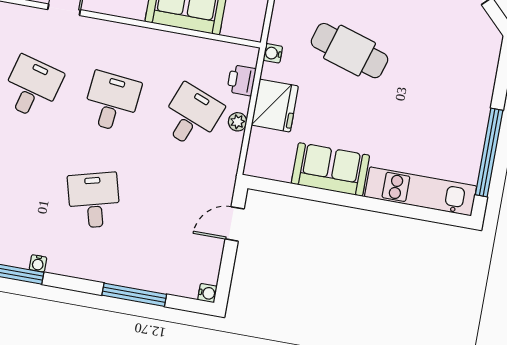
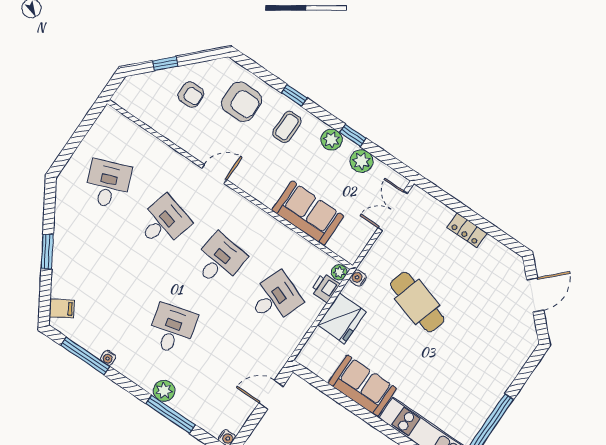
plant: (238, 122) -> (339, 272), moved
plant: (115, 272) -> (164, 391), added

